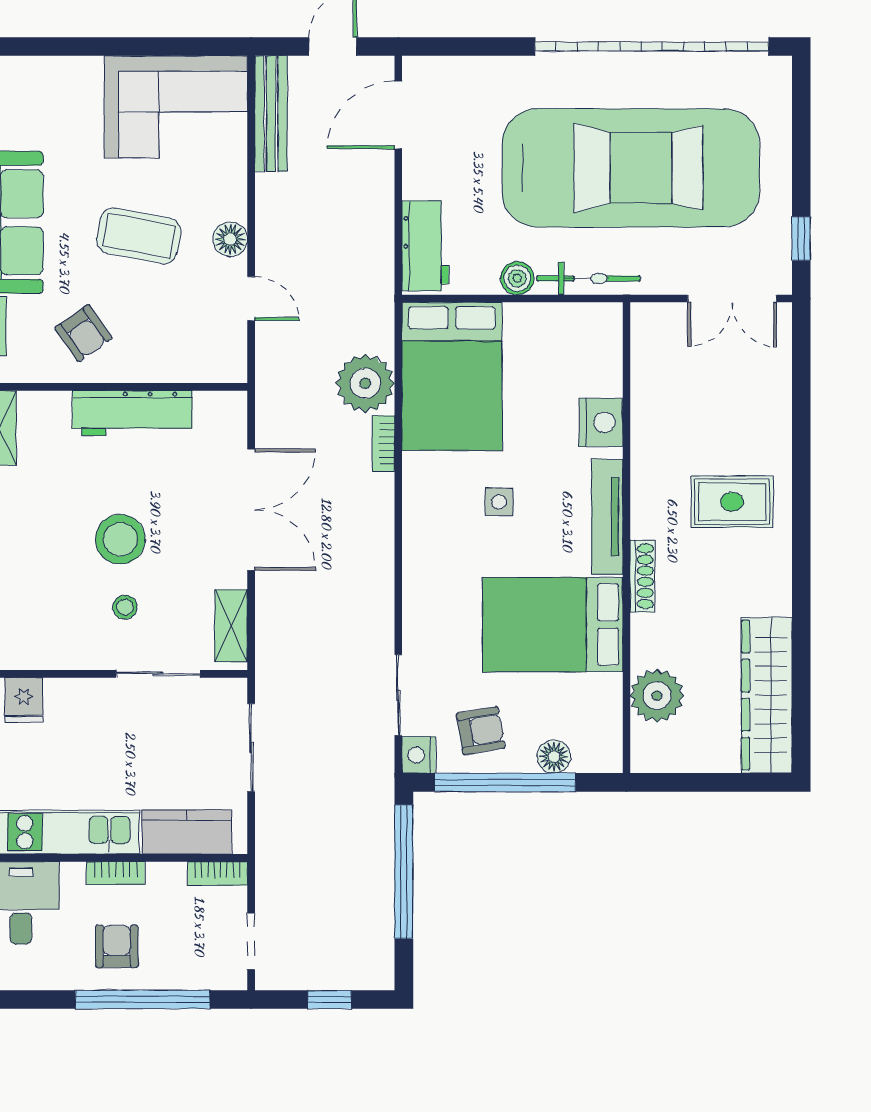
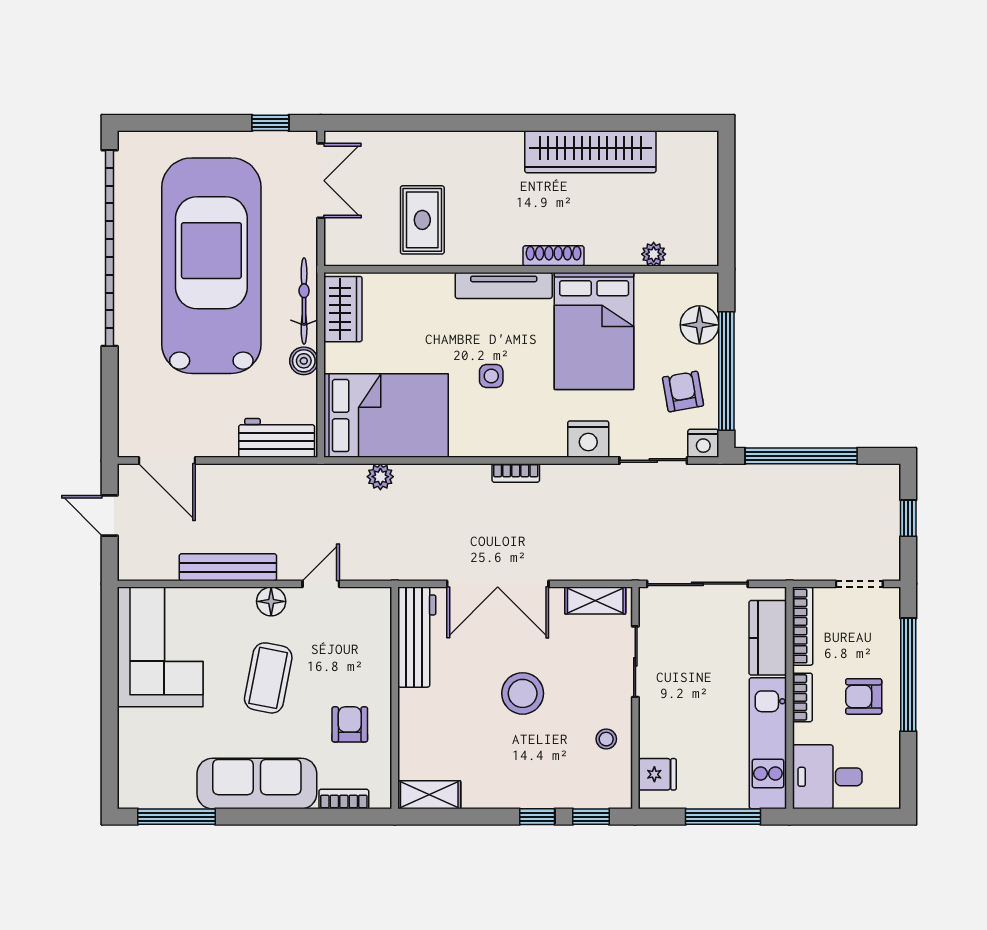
bench: (271, 114) -> (228, 567), moved
wardrobe: (579, 325) -> (343, 309), added
armchair: (83, 333) -> (350, 724), turned -55
plant: (365, 383) -> (380, 477), width x0.53, depth x0.53
workbench: (132, 413) -> (417, 637), moved
nightstand: (601, 422) -> (588, 439), moved, turned 180
bookcase: (383, 444) -> (516, 473), moved
rug: (732, 502) -> (422, 220), moved
double door: (251, 510) -> (498, 584), swing flipped
stool: (125, 607) -> (606, 739), moved
wardrobe: (767, 695) -> (590, 152), moved
plant: (657, 696) -> (654, 254), width x0.53, depth x0.53
sliding door: (251, 748) -> (697, 584), width x1.37
floor lamp: (554, 757) -> (699, 325), width x1.38, depth x1.38
bookcase: (217, 874) -> (803, 626), width x1.56

